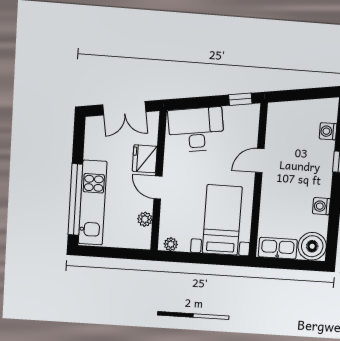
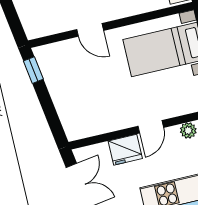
desk: (196, 130) -> (79, 106), removed

